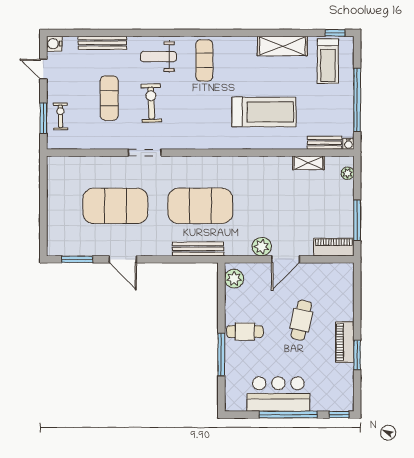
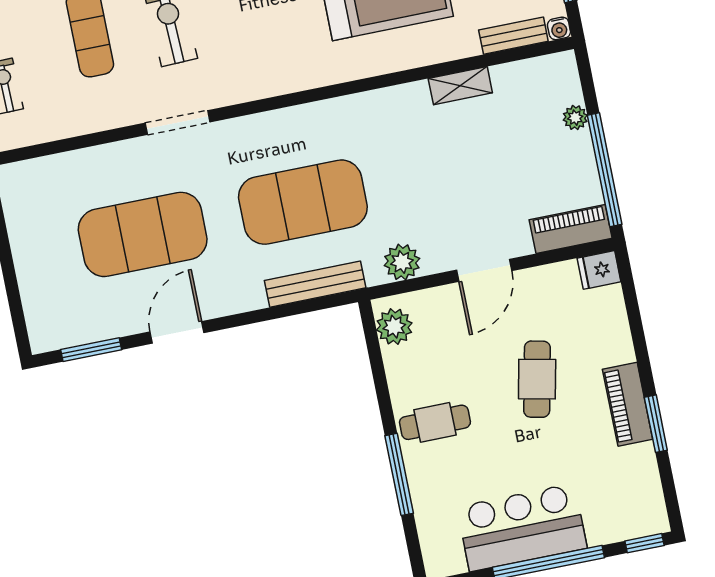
shelving: (308, 163) -> (460, 86), moved
plant: (348, 173) -> (575, 118), moved
window: (357, 220) -> (605, 170), width x1.46
plant: (262, 247) -> (402, 262), moved
door: (123, 259) -> (177, 332), swing flipped
fridge: (344, 271) -> (599, 270), added

